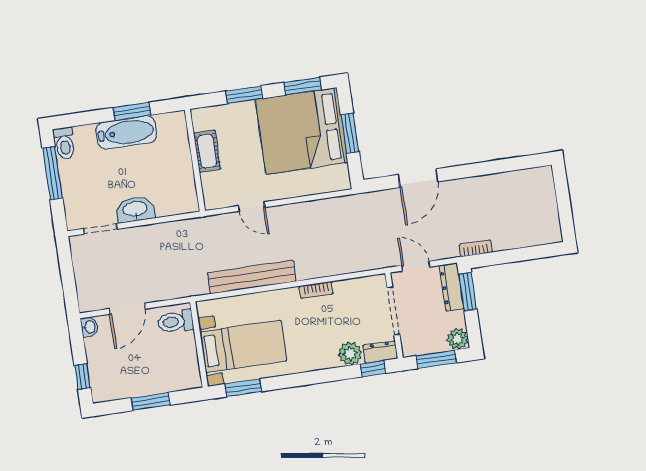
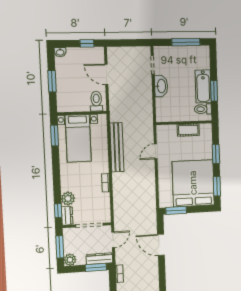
window: (350, 133) -> (176, 210), moved
toilet: (65, 143) -> (203, 109), moved
washbasin: (89, 327) -> (60, 52), moved
window: (82, 376) -> (87, 43), moved

